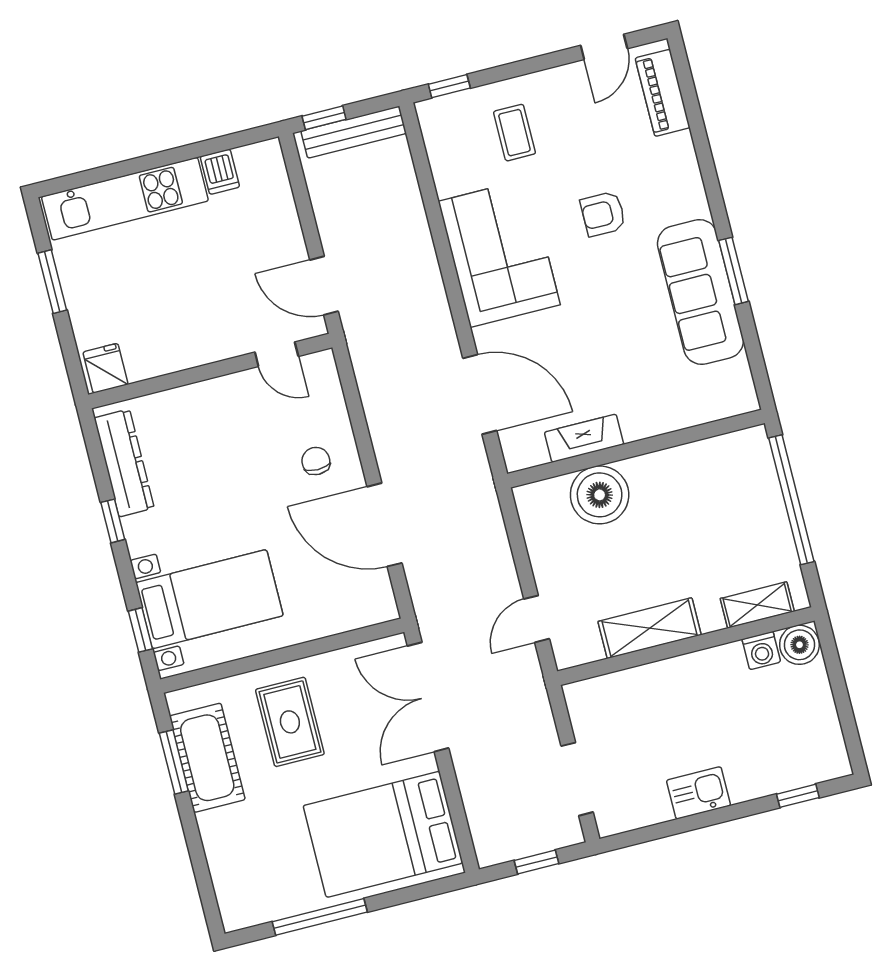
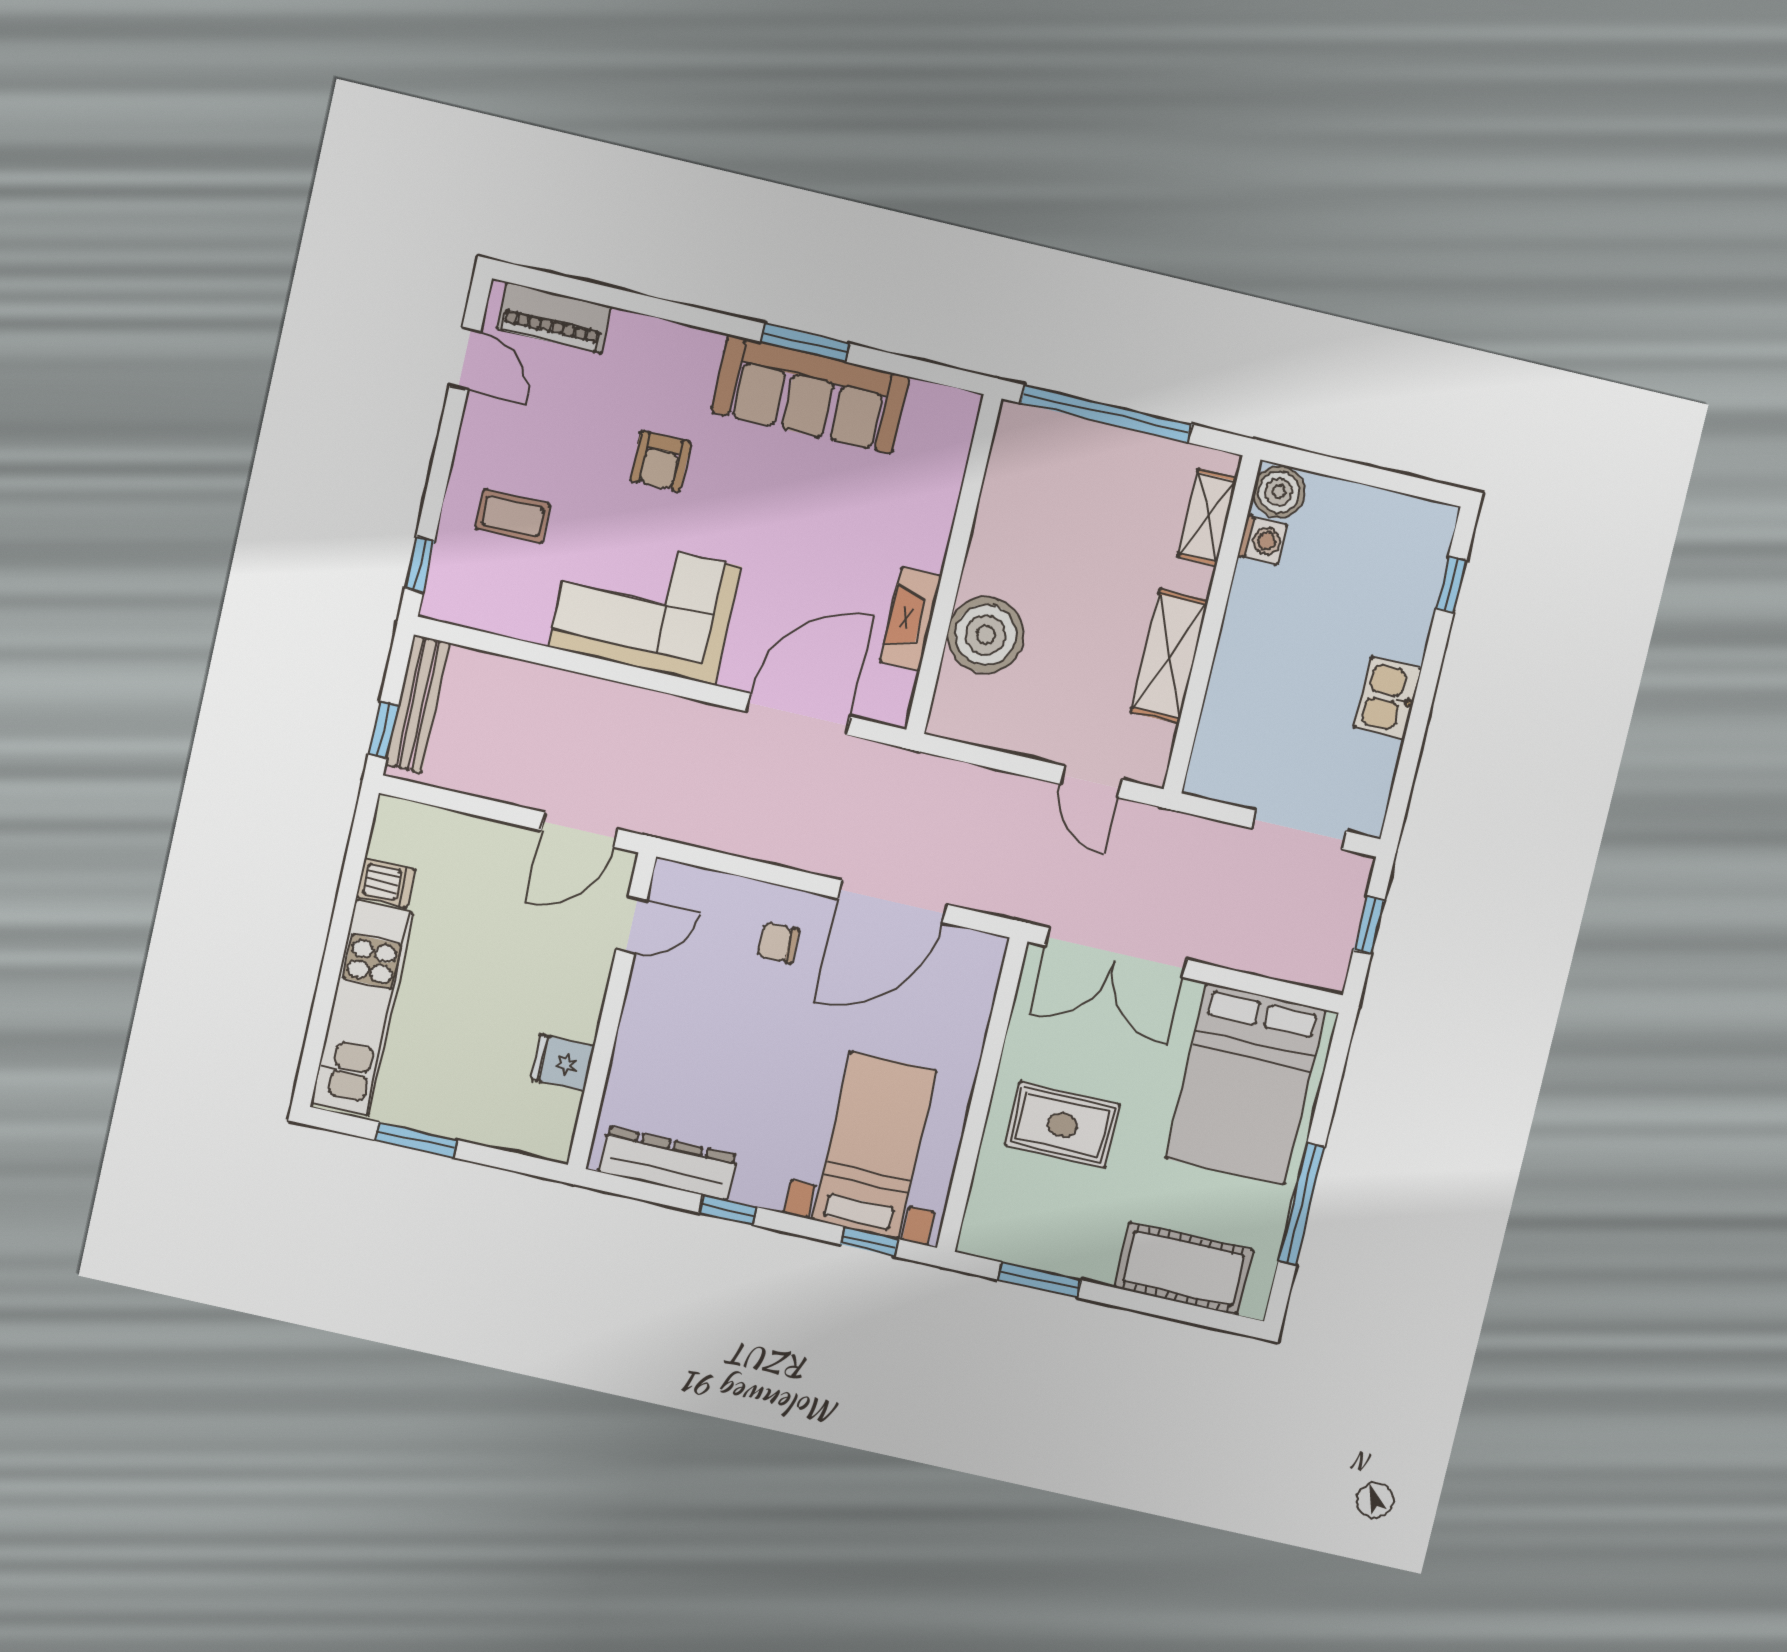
fridge: (105, 368) -> (563, 1063), moved
cot: (207, 758) -> (1184, 1269), moved

